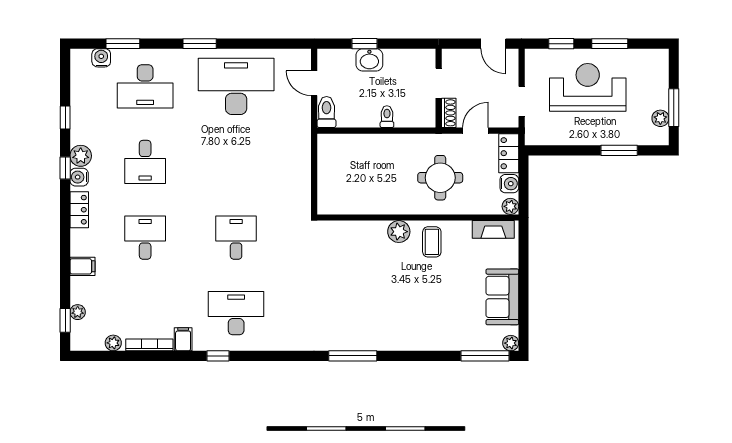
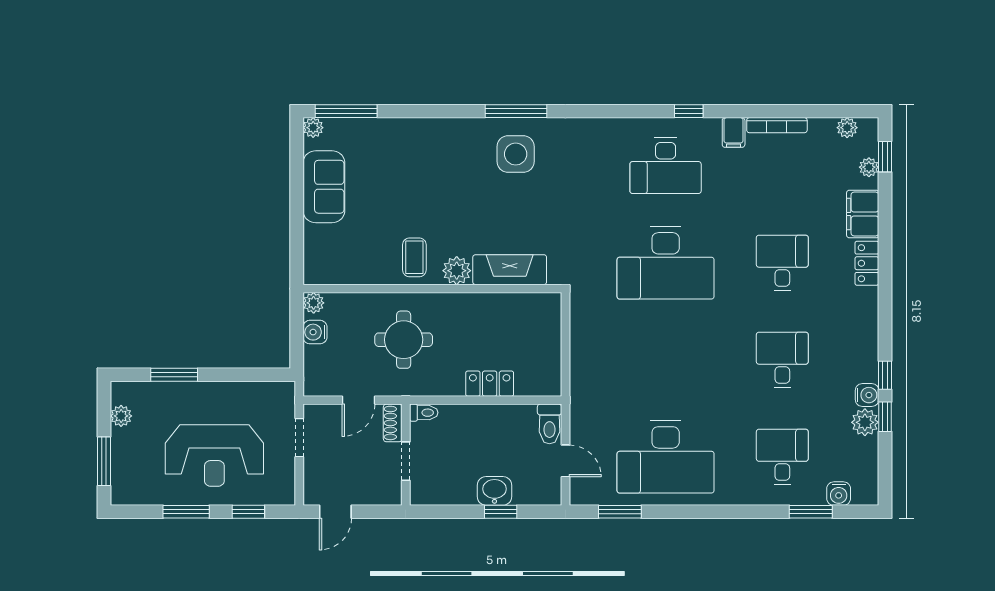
window: (200, 44) -> (620, 512), moved
door: (493, 44) -> (335, 512), swing flipped
desk: (145, 86) -> (782, 457), width x0.73
window: (674, 108) -> (104, 461), moved
toilet: (387, 117) -> (424, 413), moved, turned -90
locker: (509, 153) -> (490, 384), moved, turned -90
plant: (81, 156) -> (865, 422), moved
window: (65, 168) -> (885, 375), moved
water cooler: (79, 177) -> (867, 395), moved
locker: (79, 210) -> (867, 263), moved
fireplace: (493, 229) -> (510, 270), moved, width x1.37, depth x1.32
desk: (145, 238) -> (782, 263), turned 180
desk: (236, 238) -> (666, 263), width x1.87, depth x1.30
filing cabinet: (82, 266) -> (863, 214), width x2.00
side table: (353, 322) -> (516, 154), added
plant: (113, 343) -> (847, 128), moved

